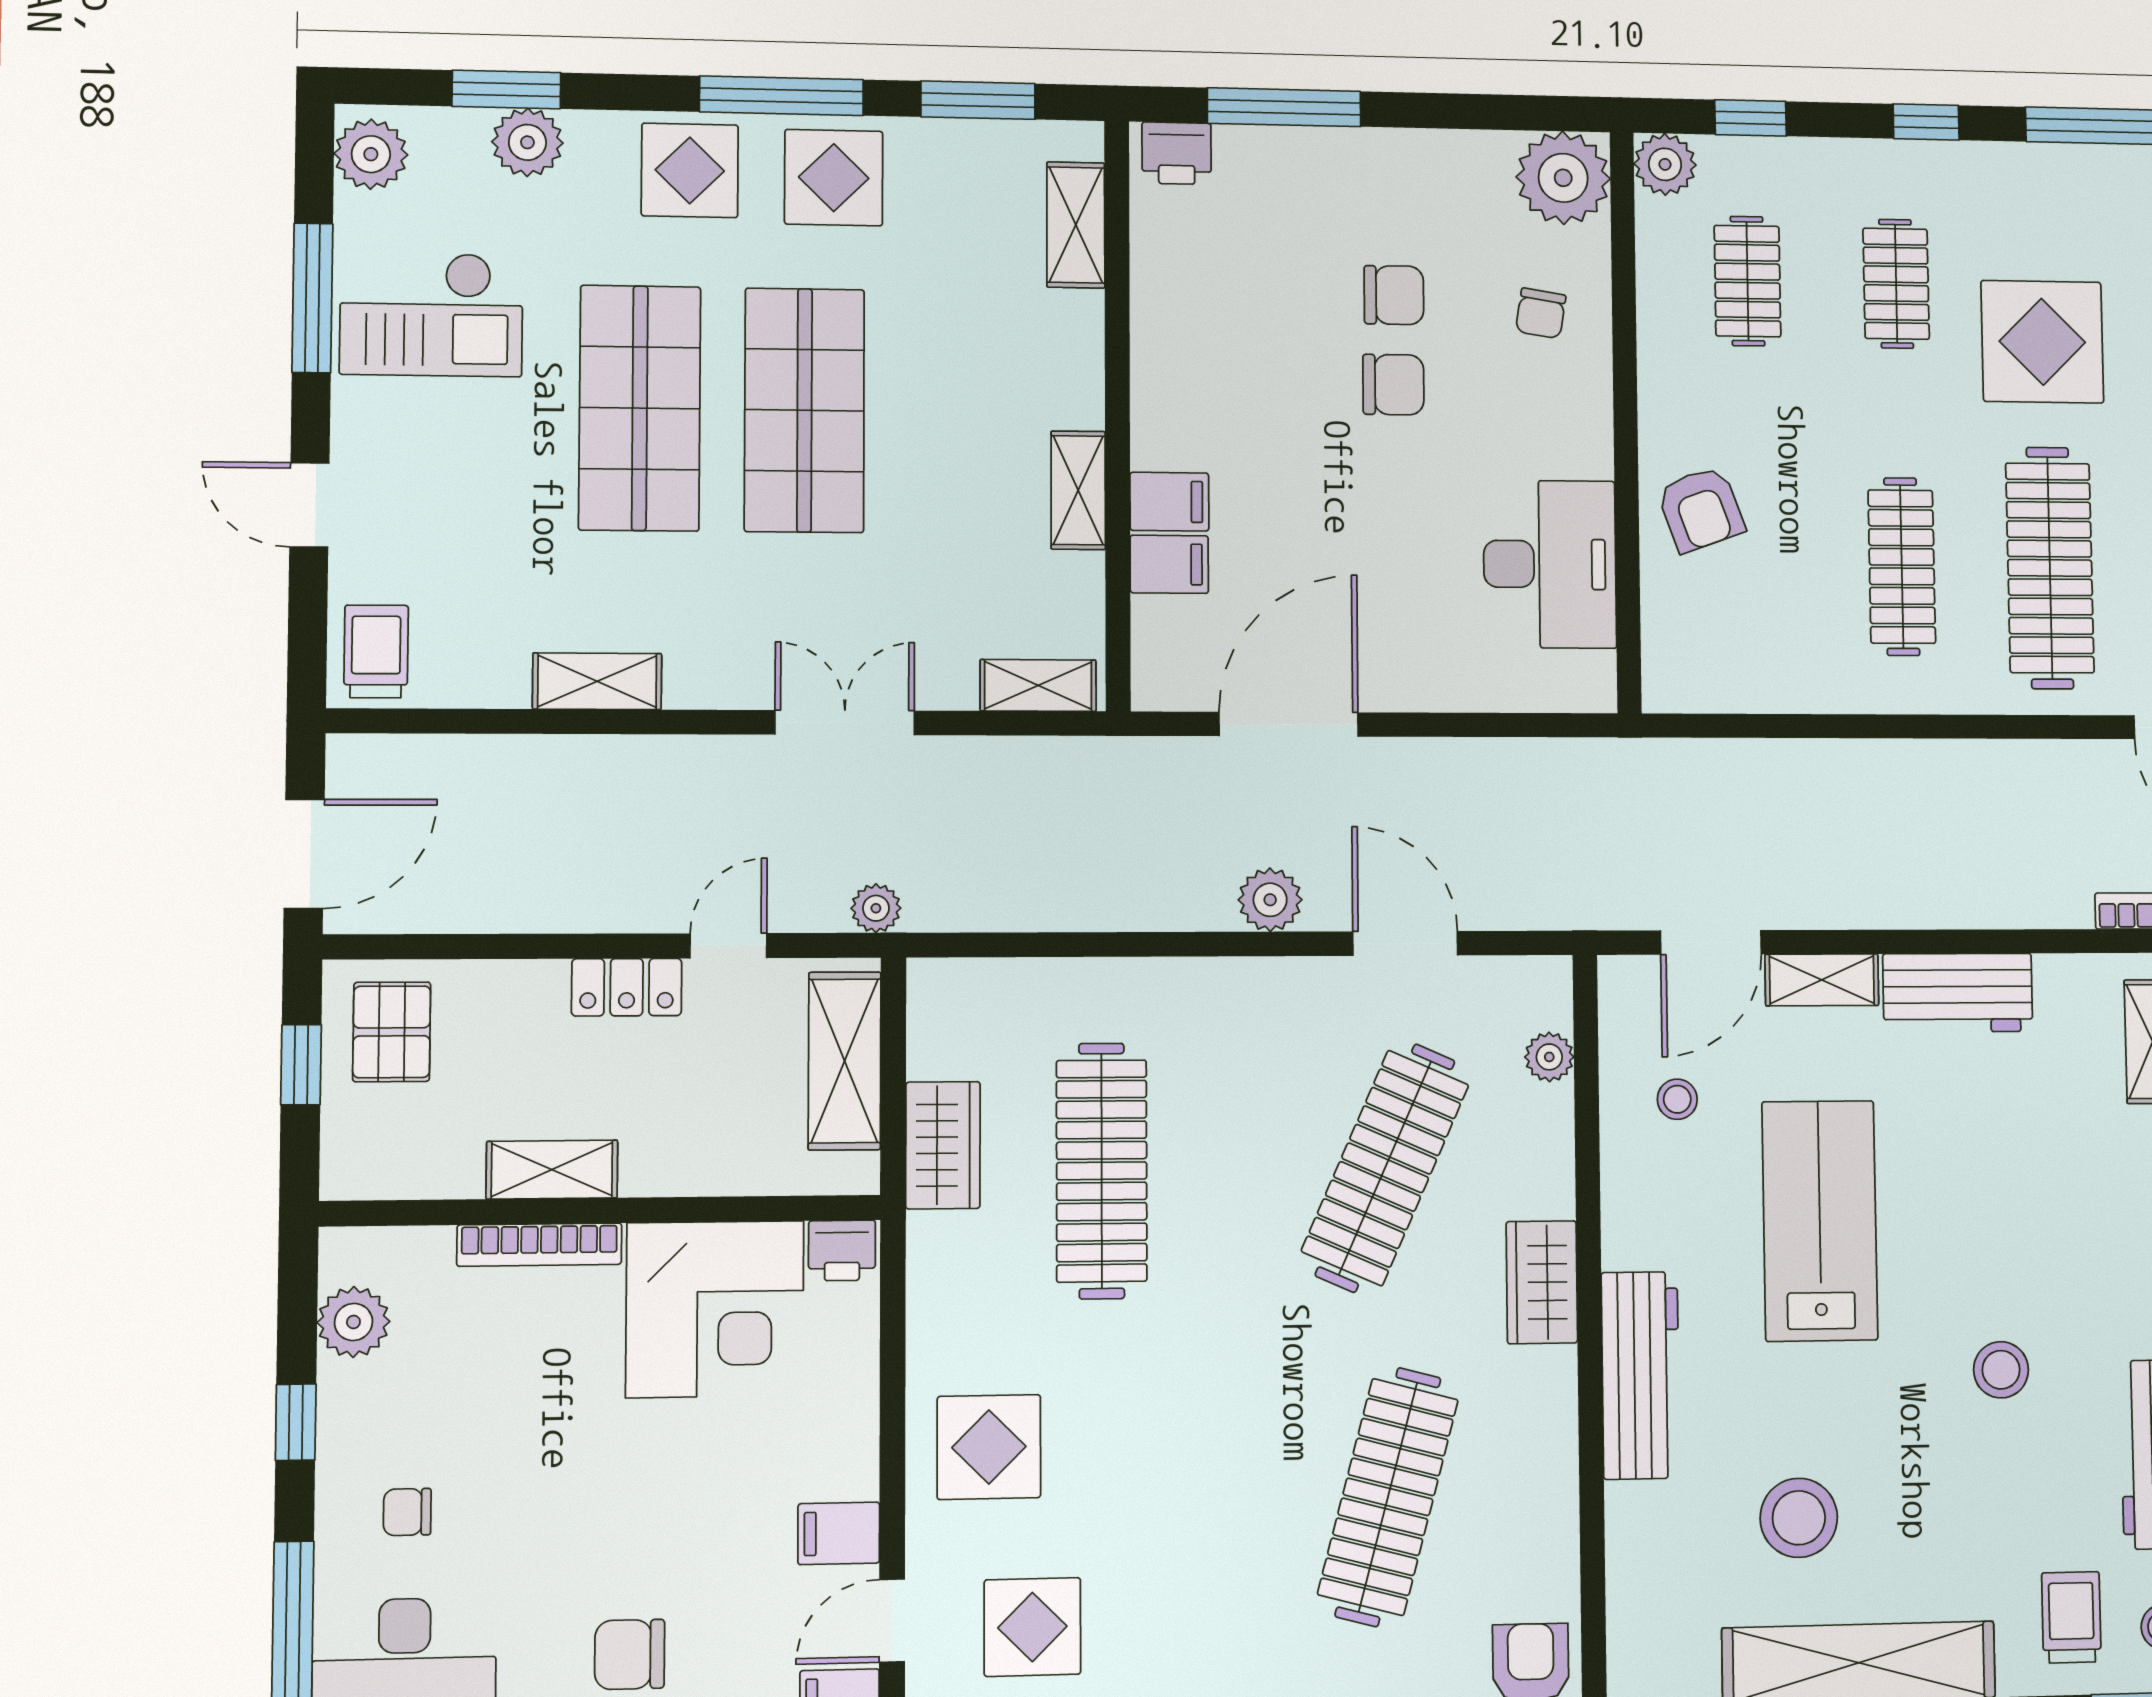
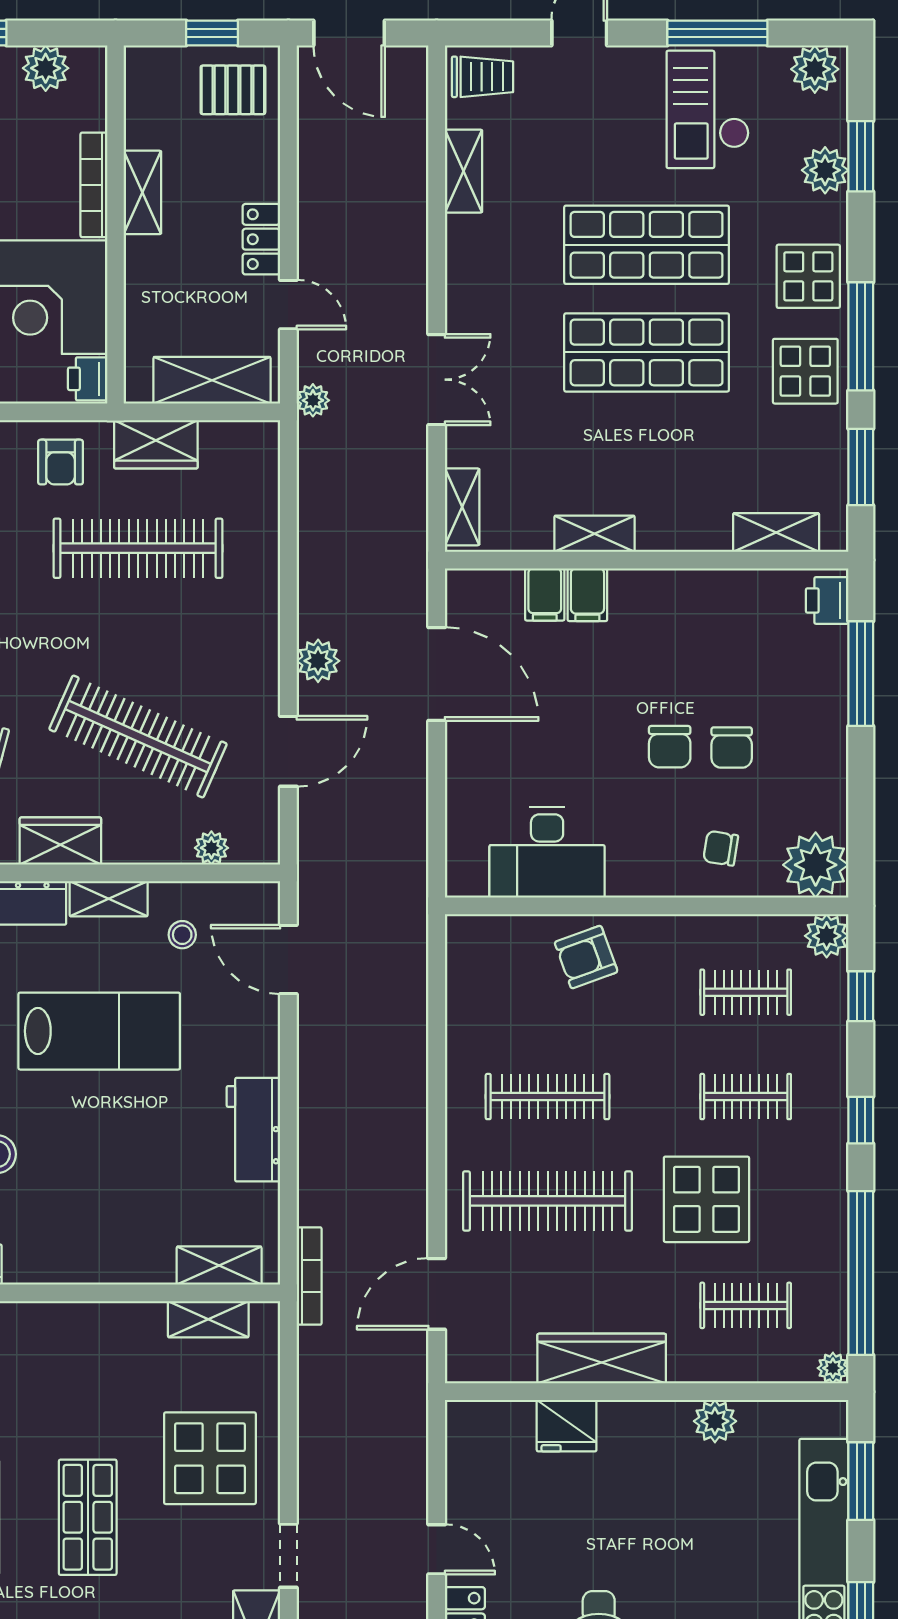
shelving: (597, 681) -> (464, 171), moved
shelving: (1822, 980) -> (109, 899), moved, turned 90
armchair: (970, 1290) -> (61, 462), added

